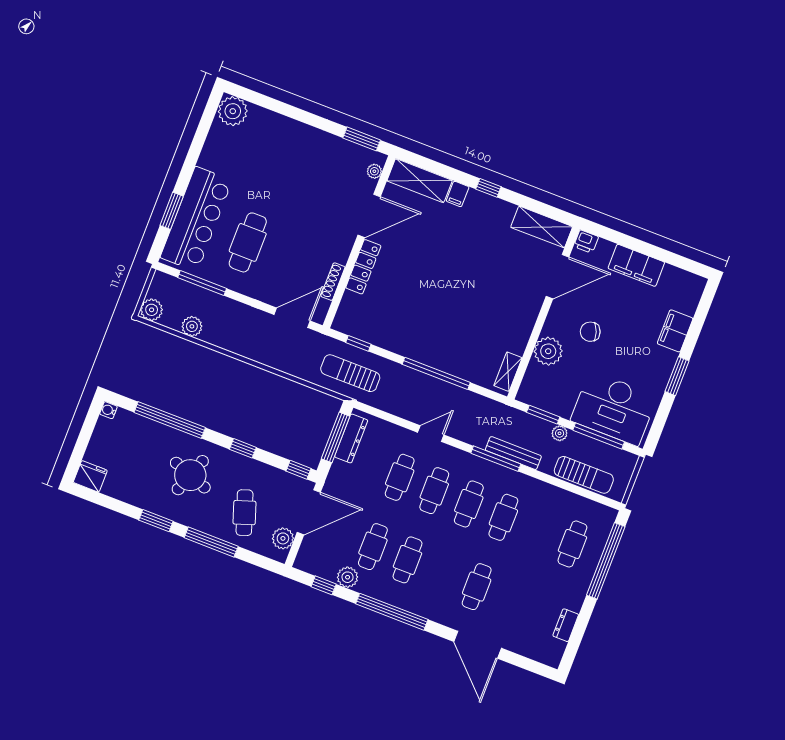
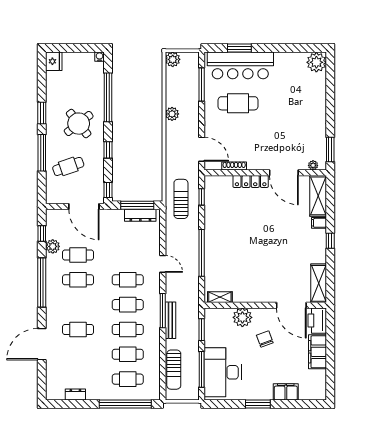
printer: (586, 242) -> (317, 321), width x1.87, depth x1.48
plant: (192, 326) -> (172, 114), moved
plant: (560, 433) -> (194, 344), removed
round table: (190, 475) -> (79, 124), turned 32
cafe table: (400, 477) -> (128, 354), moved
plant: (283, 538) -> (61, 197), removed

